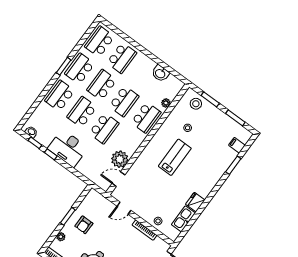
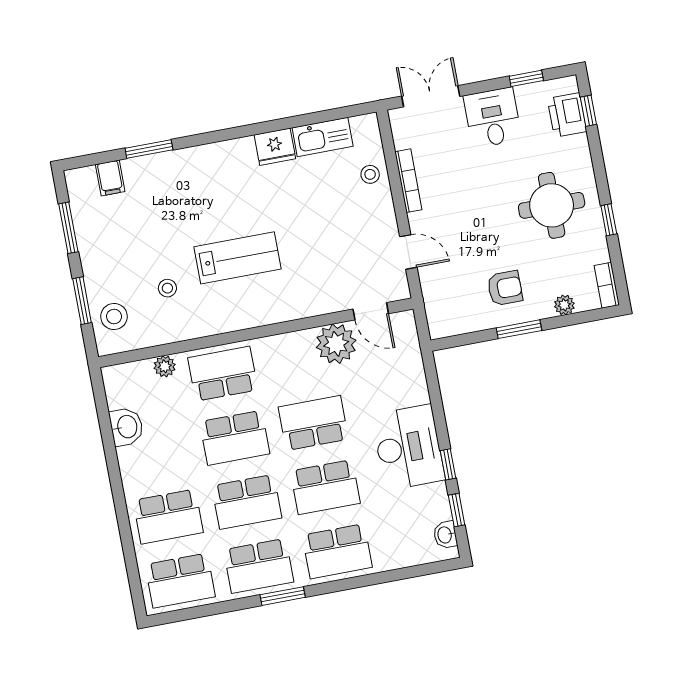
school desk: (122, 58) -> (168, 517), turned 180
school desk: (124, 101) -> (235, 438), turned 180
lab bench: (175, 157) -> (237, 258), turned 180

